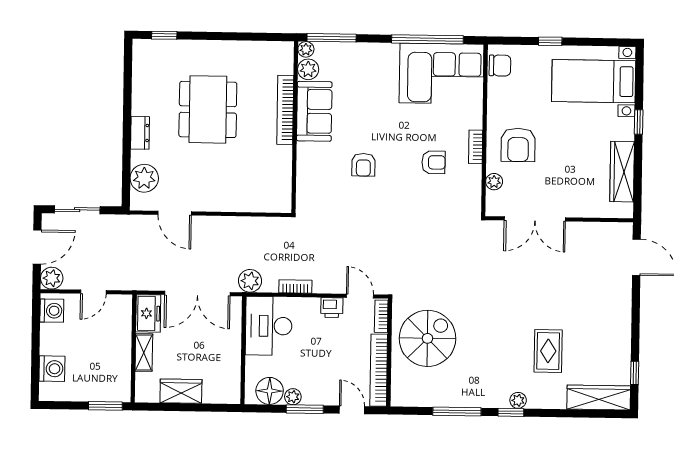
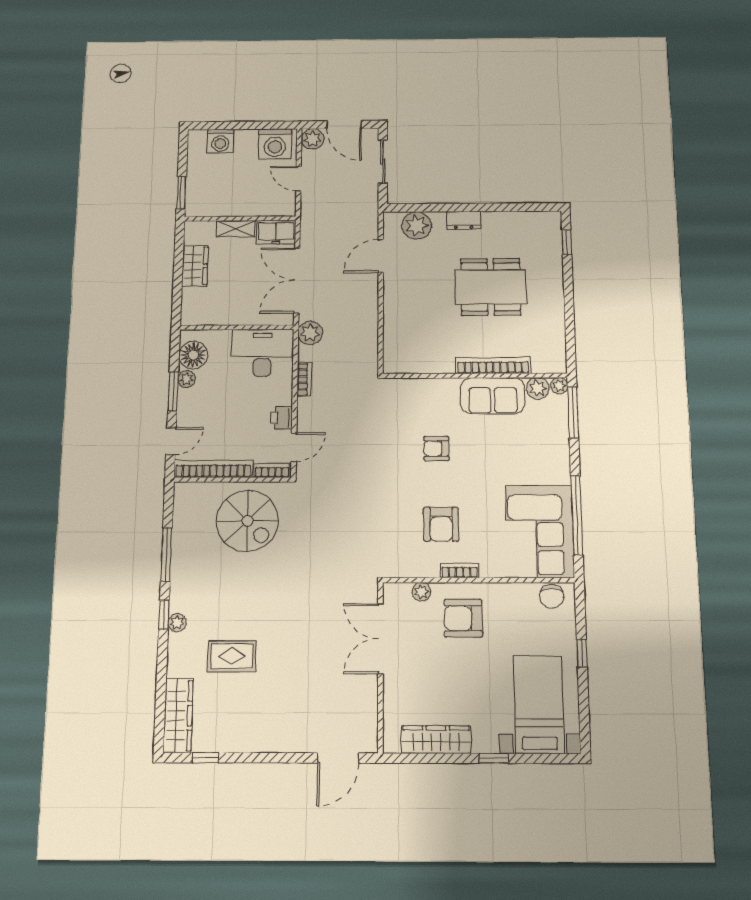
armchair: (434, 162) -> (441, 524), width x1.38, depth x1.38
washing machine: (52, 311) -> (275, 144), width x1.37, depth x1.37

